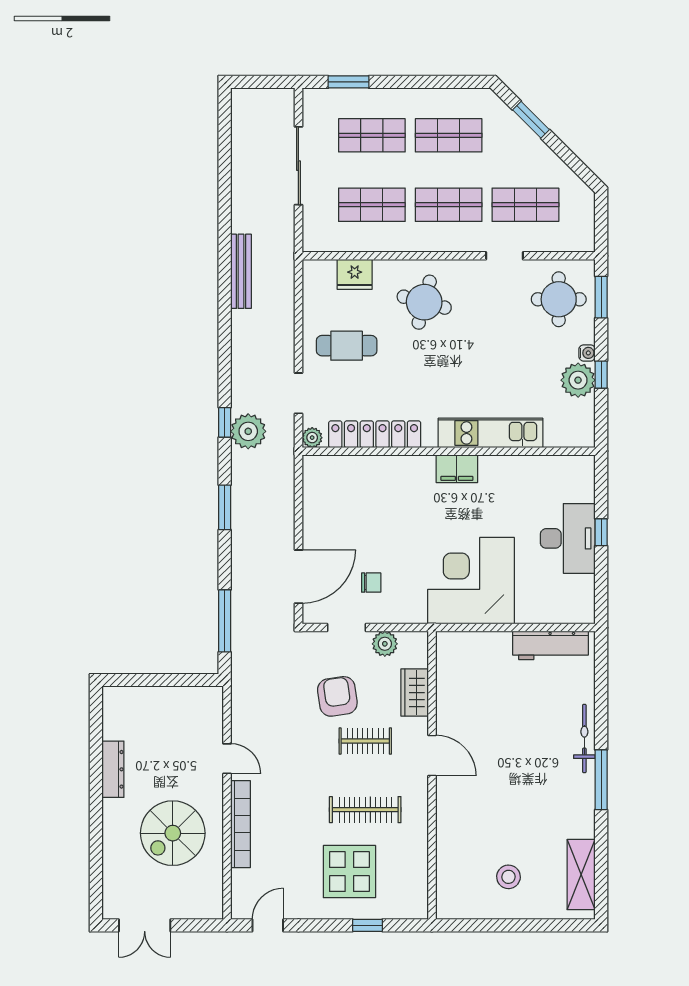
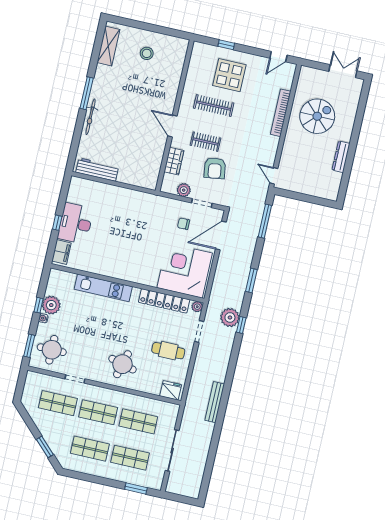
fridge: (355, 274) -> (171, 390), moved
filing cabinet: (457, 469) -> (61, 252), moved, turned 90
corner desk: (471, 581) -> (185, 270), moved, turned 180
door: (227, 759) -> (274, 176), moved

